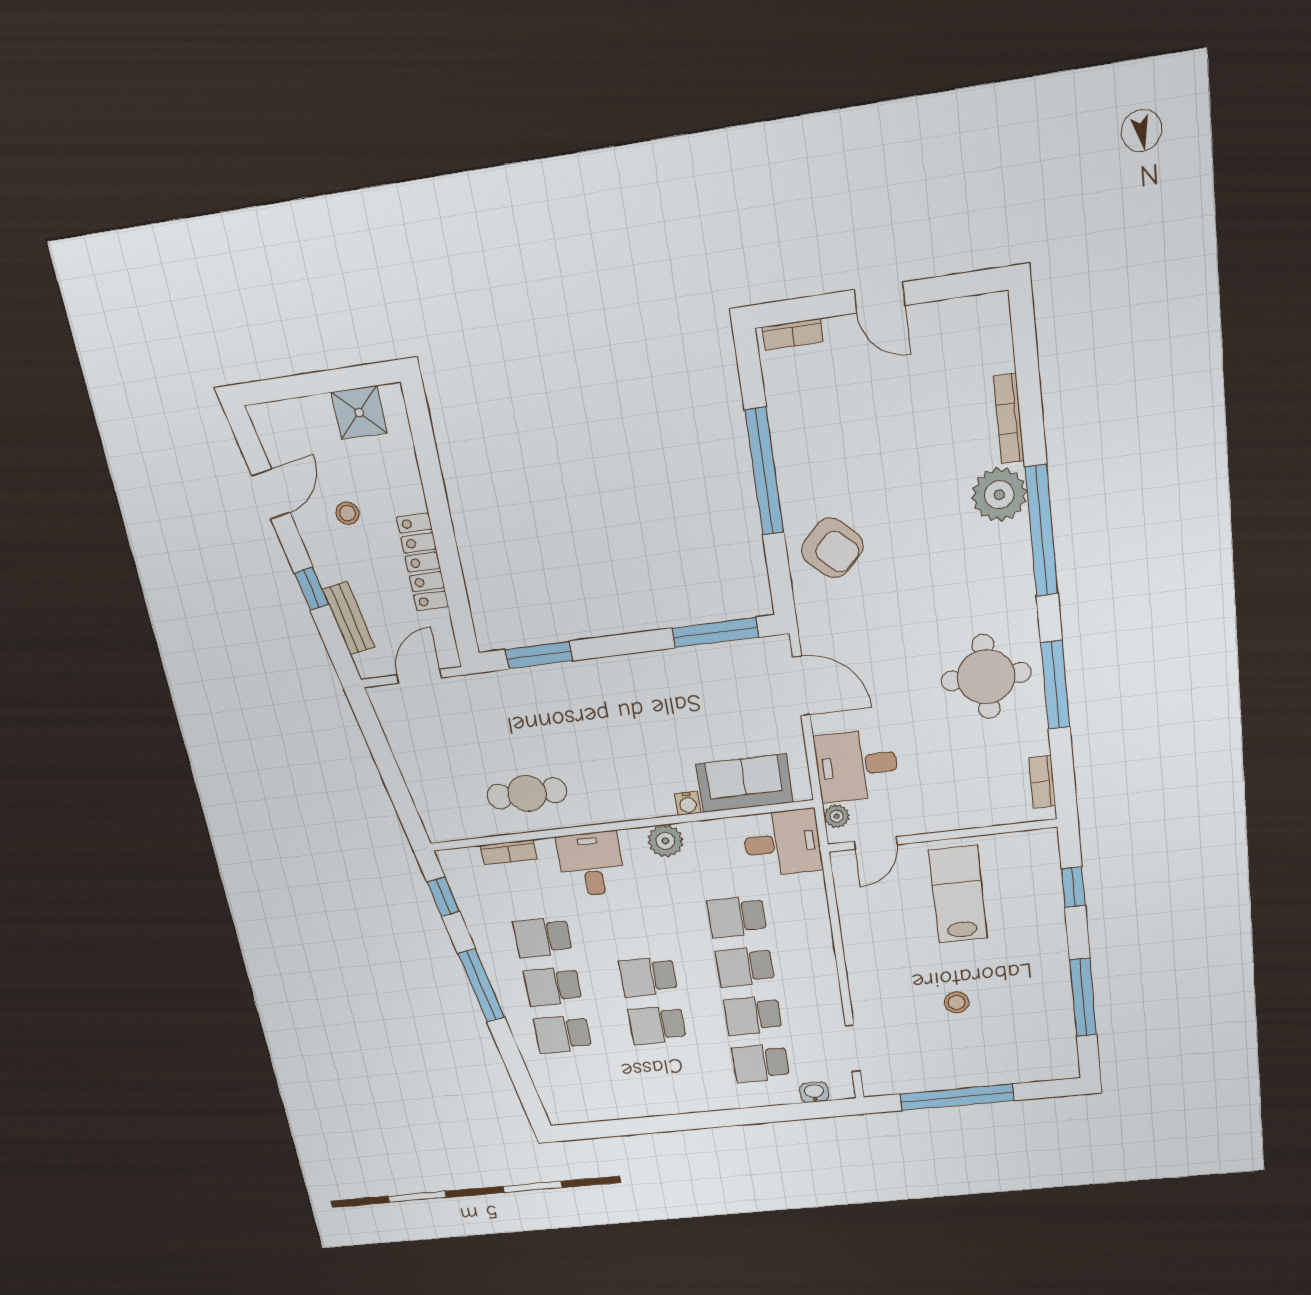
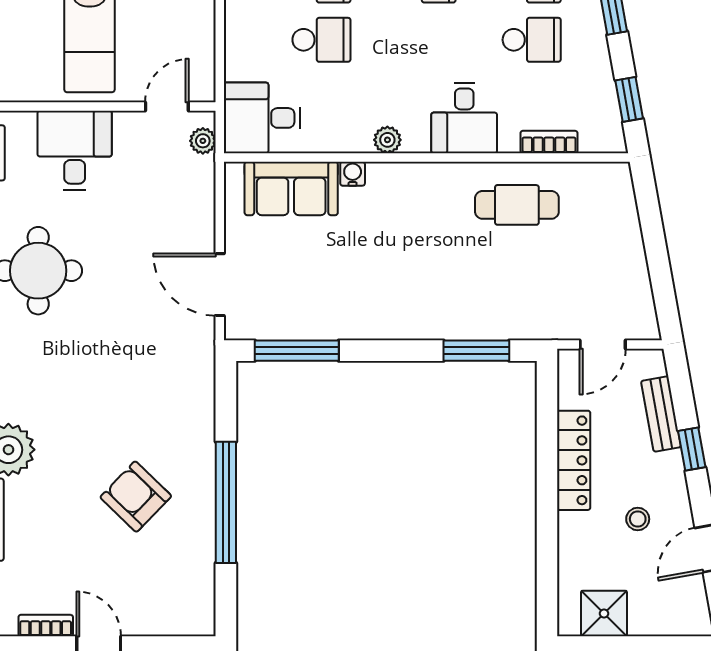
bookcase: (793, 334) -> (46, 626), moved
armchair: (832, 548) -> (136, 497), moved
desk: (856, 766) -> (75, 150), moved, turned -90
plant: (665, 841) -> (387, 140), width x0.73, depth x0.73

